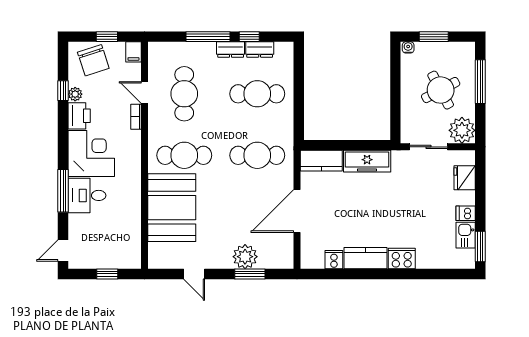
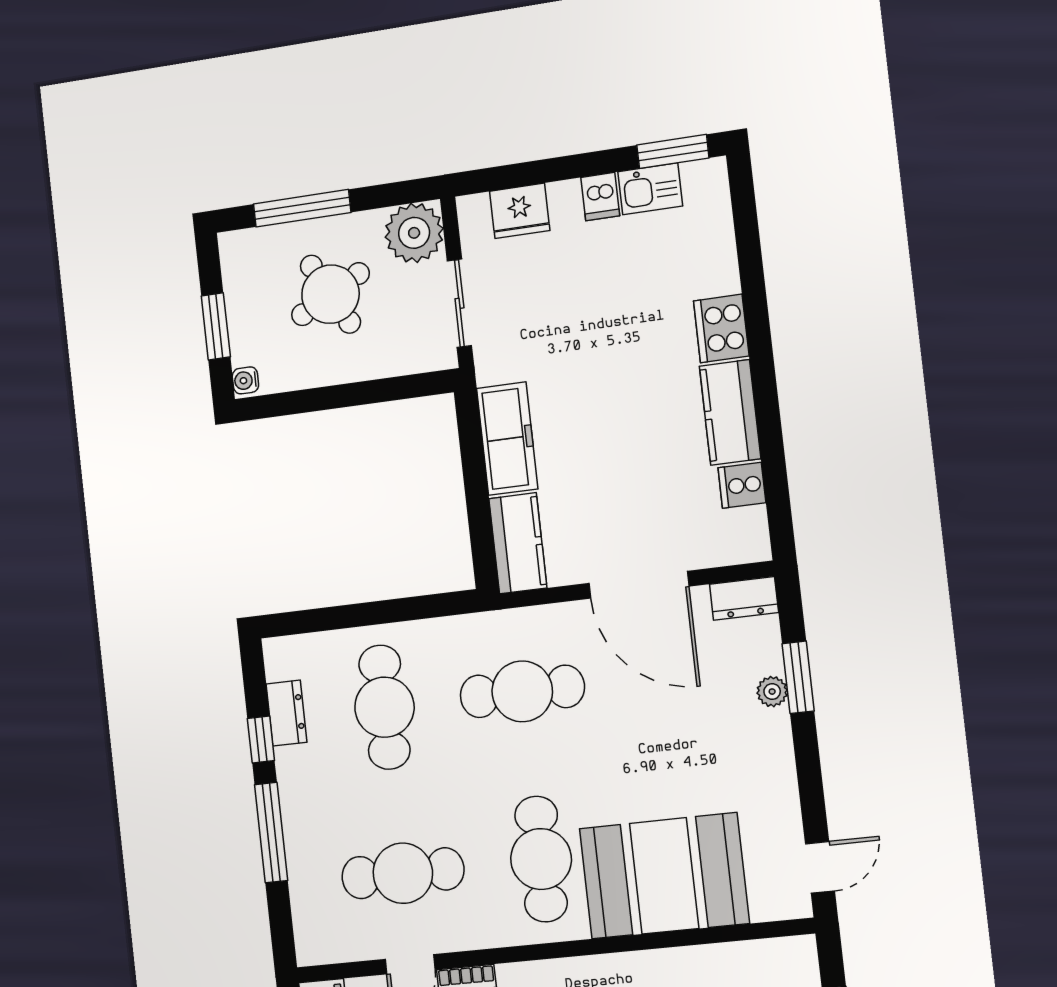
dresser: (231, 49) -> (744, 598), moved, turned 90
cafe table: (257, 155) -> (522, 691), turned 90
plant: (245, 257) -> (772, 692), width x0.53, depth x0.53
door: (194, 274) -> (820, 867), moved

